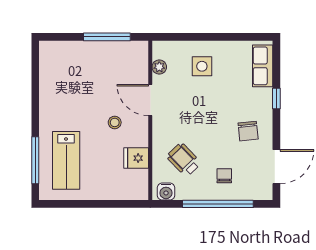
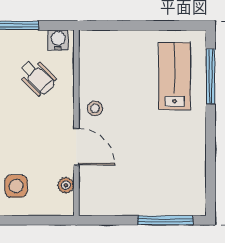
window: (107, 37) -> (165, 220), moved
stool: (115, 122) -> (95, 108), moved
fridge: (136, 158) -> (93, 79), removed

